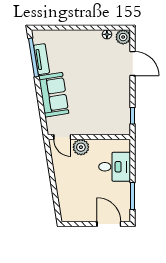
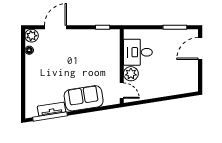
door: (62, 137) -> (122, 91), hinge flipped
desk: (115, 167) -> (138, 52), moved, turned -90

